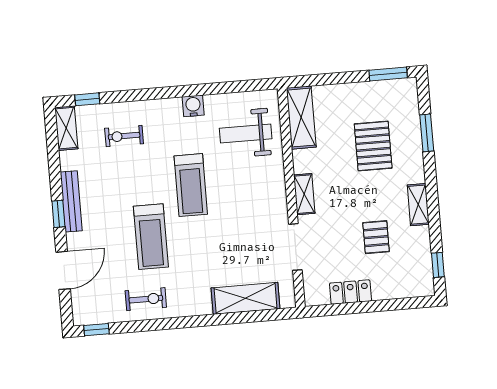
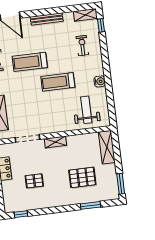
shelving: (301, 118) -> (107, 147), moved, turned 90
shelving: (418, 205) -> (52, 202), removed
window: (58, 214) -> (40, 13), removed

